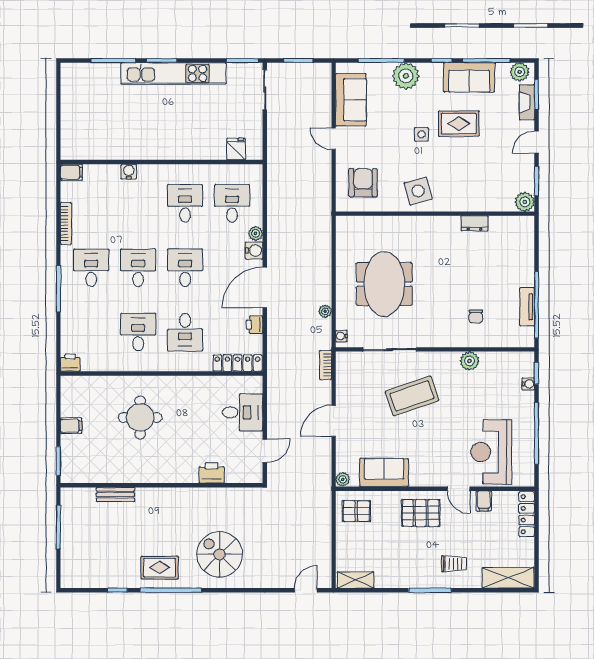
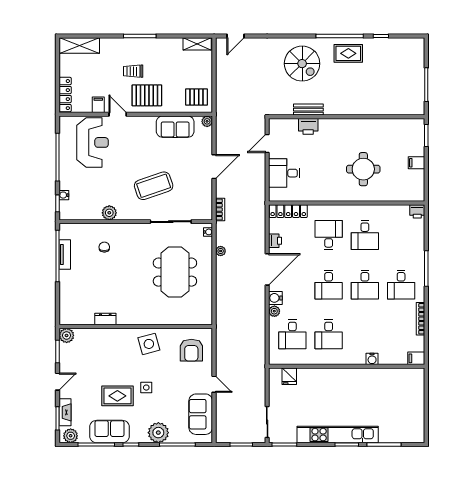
bench: (115, 495) -> (308, 110), moved
trolley: (454, 564) -> (133, 71), moved

